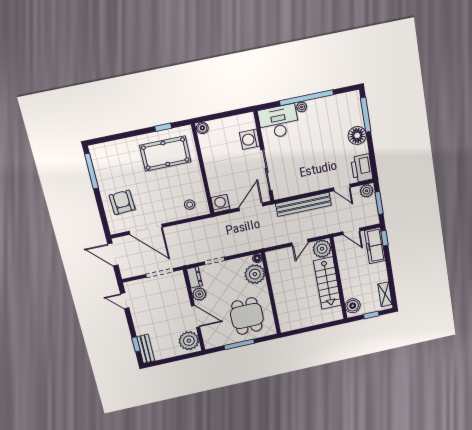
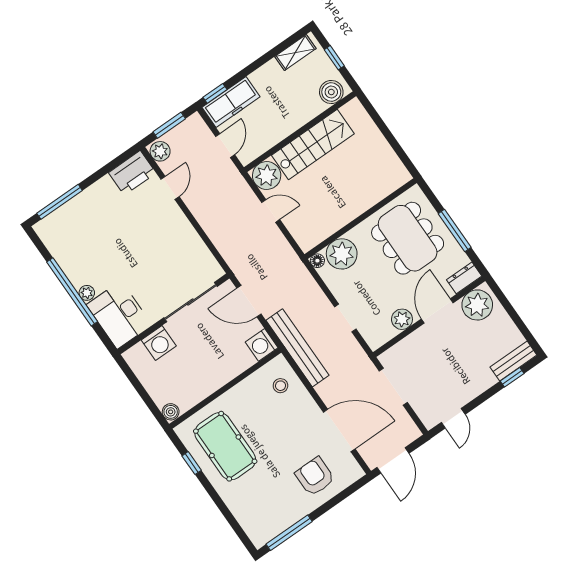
floor lamp: (357, 135) -> (92, 200), removed
armchair: (122, 202) -> (315, 477), turned 93
bench: (303, 204) -> (297, 348), moved
door: (146, 229) -> (339, 430), hinge flipped
dresser: (194, 277) -> (464, 278), moved
dining table: (247, 316) -> (408, 238), width x1.37

